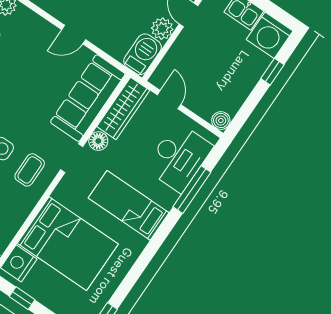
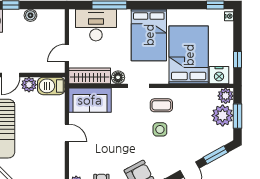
sofa: (88, 98) -> (90, 100), width x0.73
boiler: (221, 121) -> (30, 15), moved
bed: (129, 205) -> (149, 35), width x1.50

